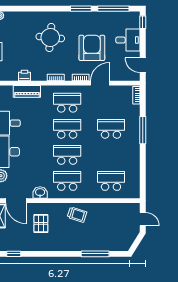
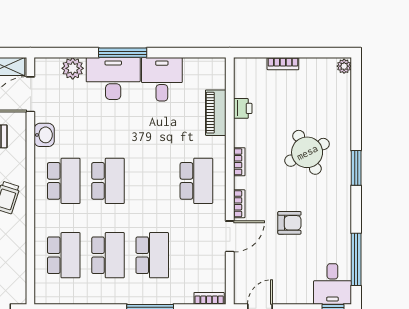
window: (81, 9) -> (356, 168), moved
round table: (50, 38) -> (307, 152), turned -32
desk: (128, 40) -> (332, 284), moved
armchair: (92, 48) -> (289, 223), width x0.53, depth x0.53
door: (100, 83) -> (230, 236), hinge flipped
school desk: (67, 129) -> (108, 255), moved

